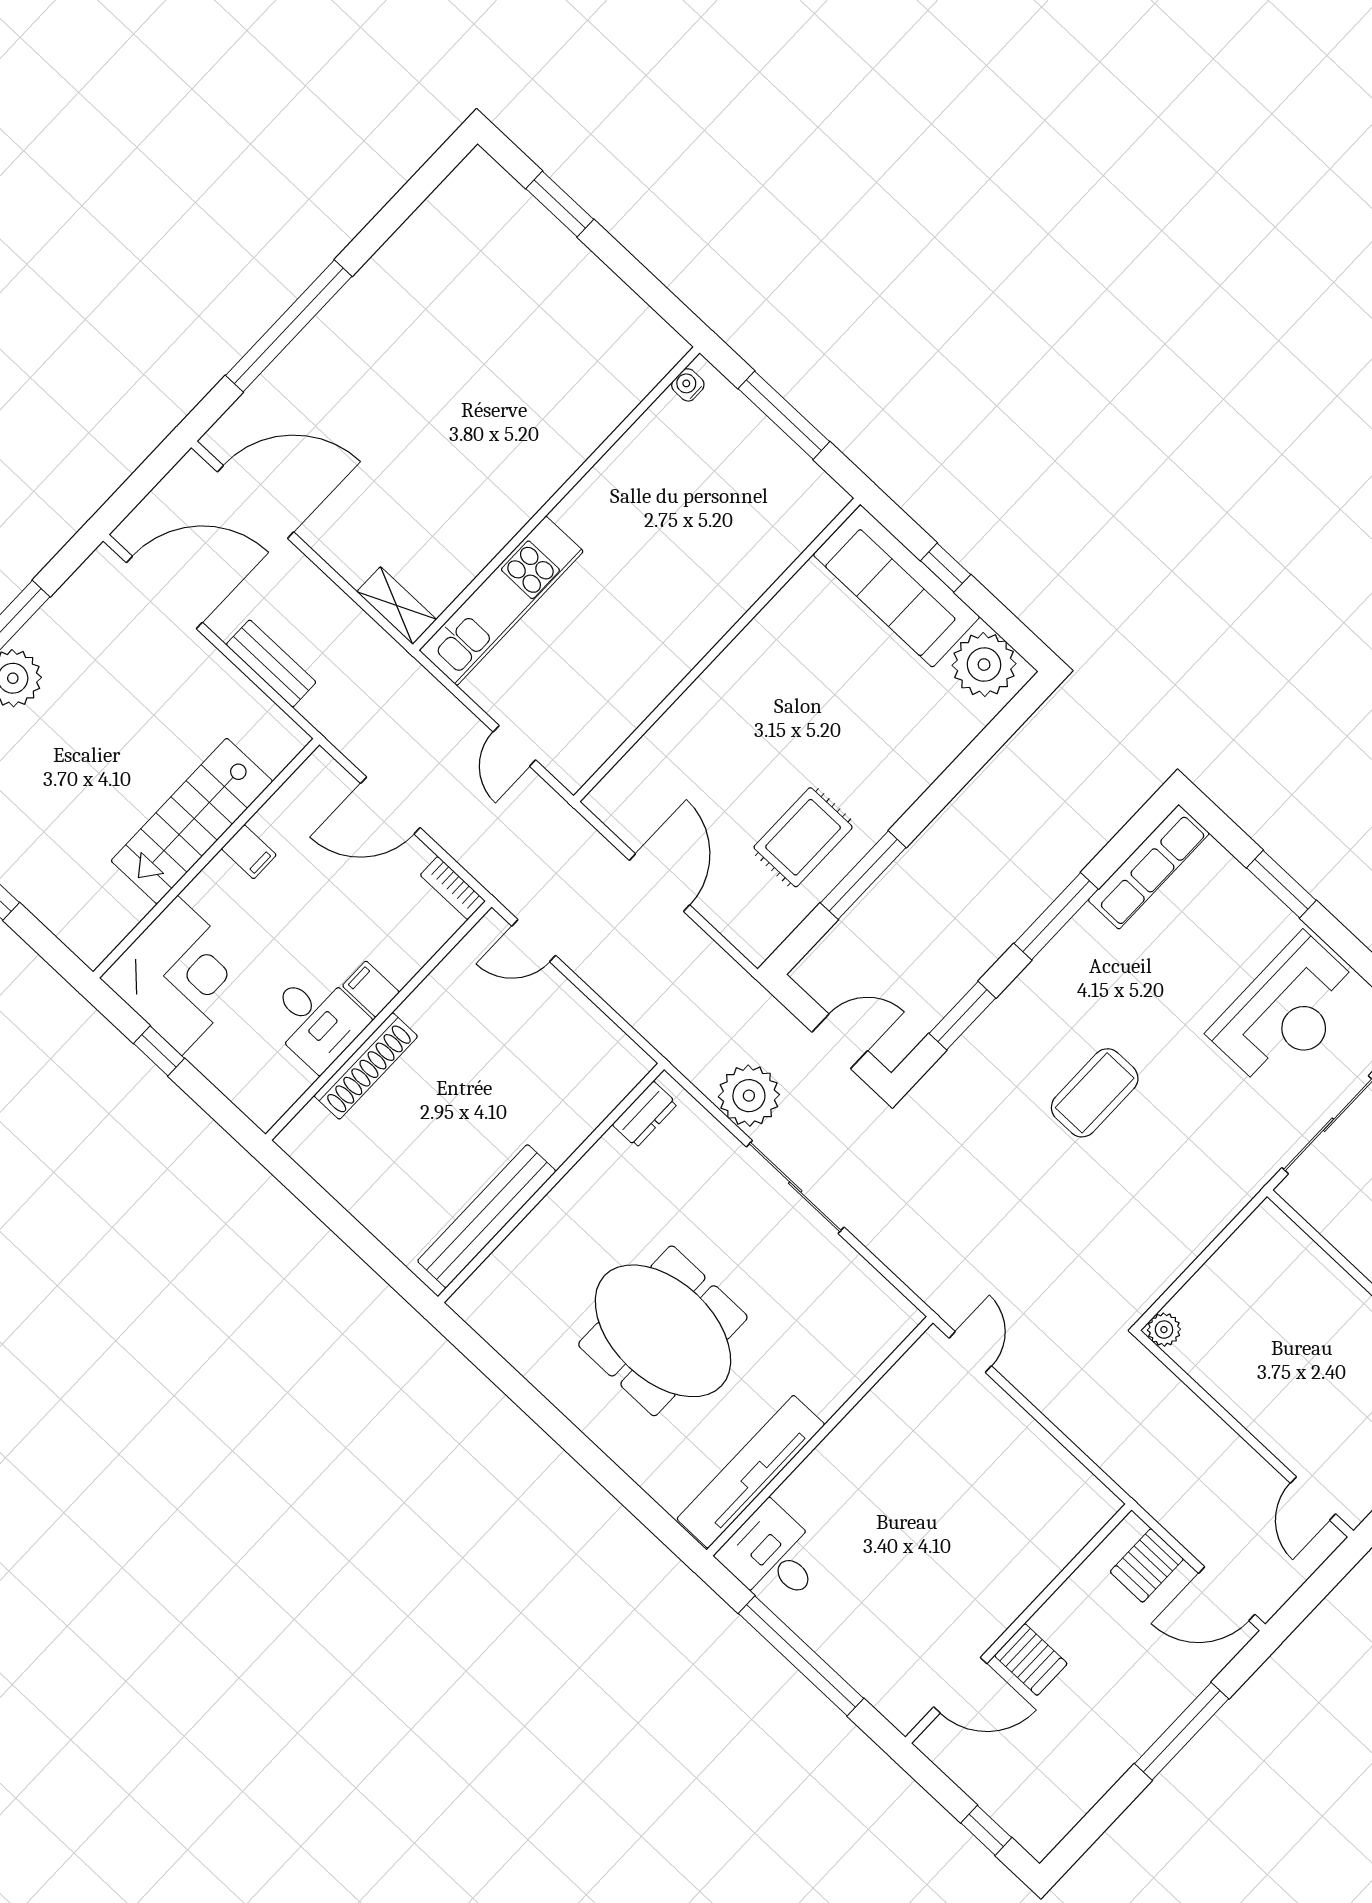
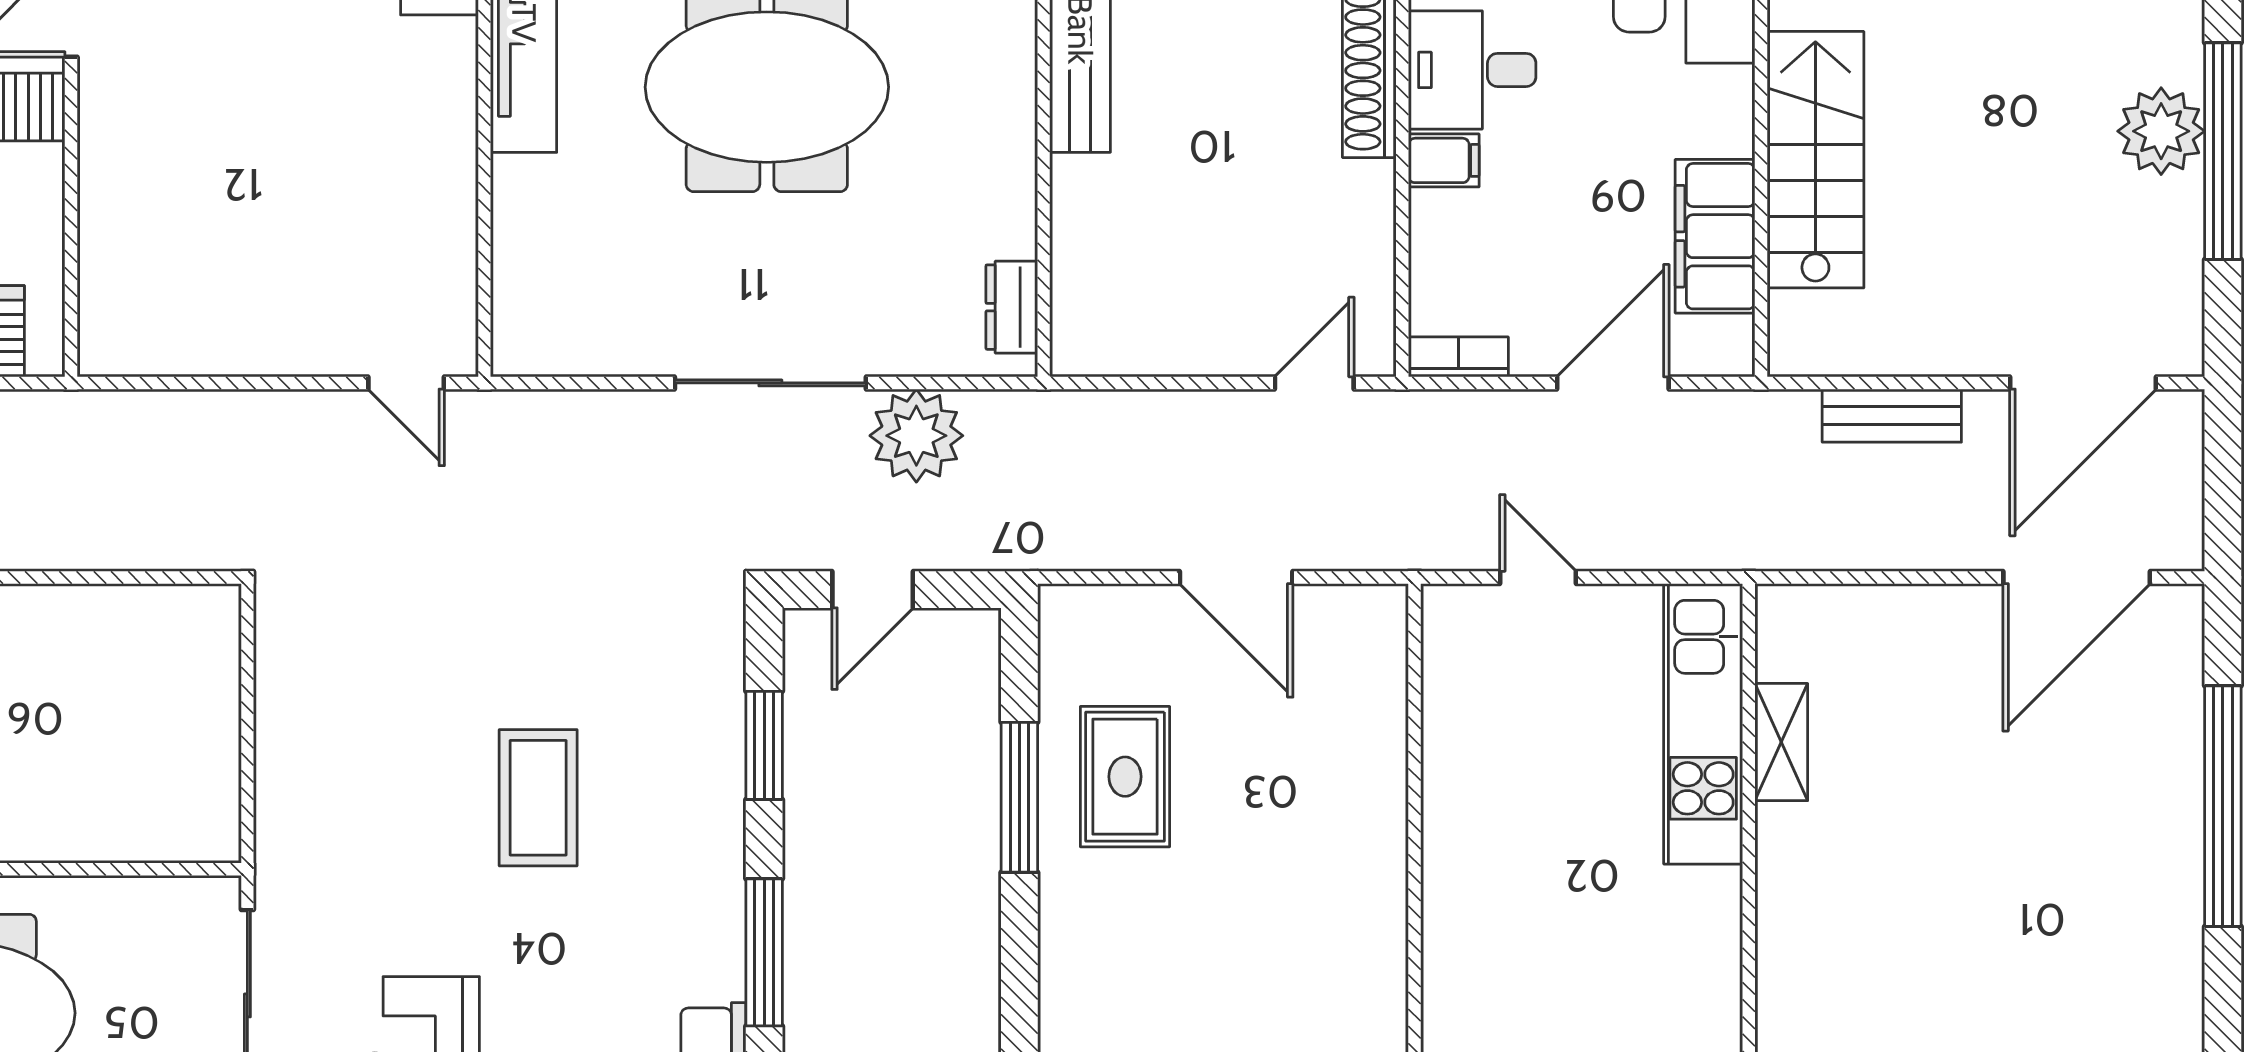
shelving: (397, 606) -> (1781, 742), moved, turned 90
filing cabinet: (249, 852) -> (1715, 236), width x3.00, depth x1.17
plant: (1164, 1330) -> (216, 609), removed

